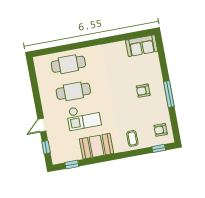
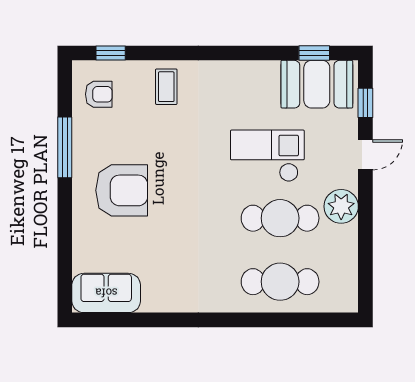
armchair: (143, 91) -> (122, 190), width x1.88, depth x1.88
window: (169, 94) -> (65, 147), moved
plant: (48, 101) -> (341, 206), added
booth: (97, 146) -> (317, 84), moved

